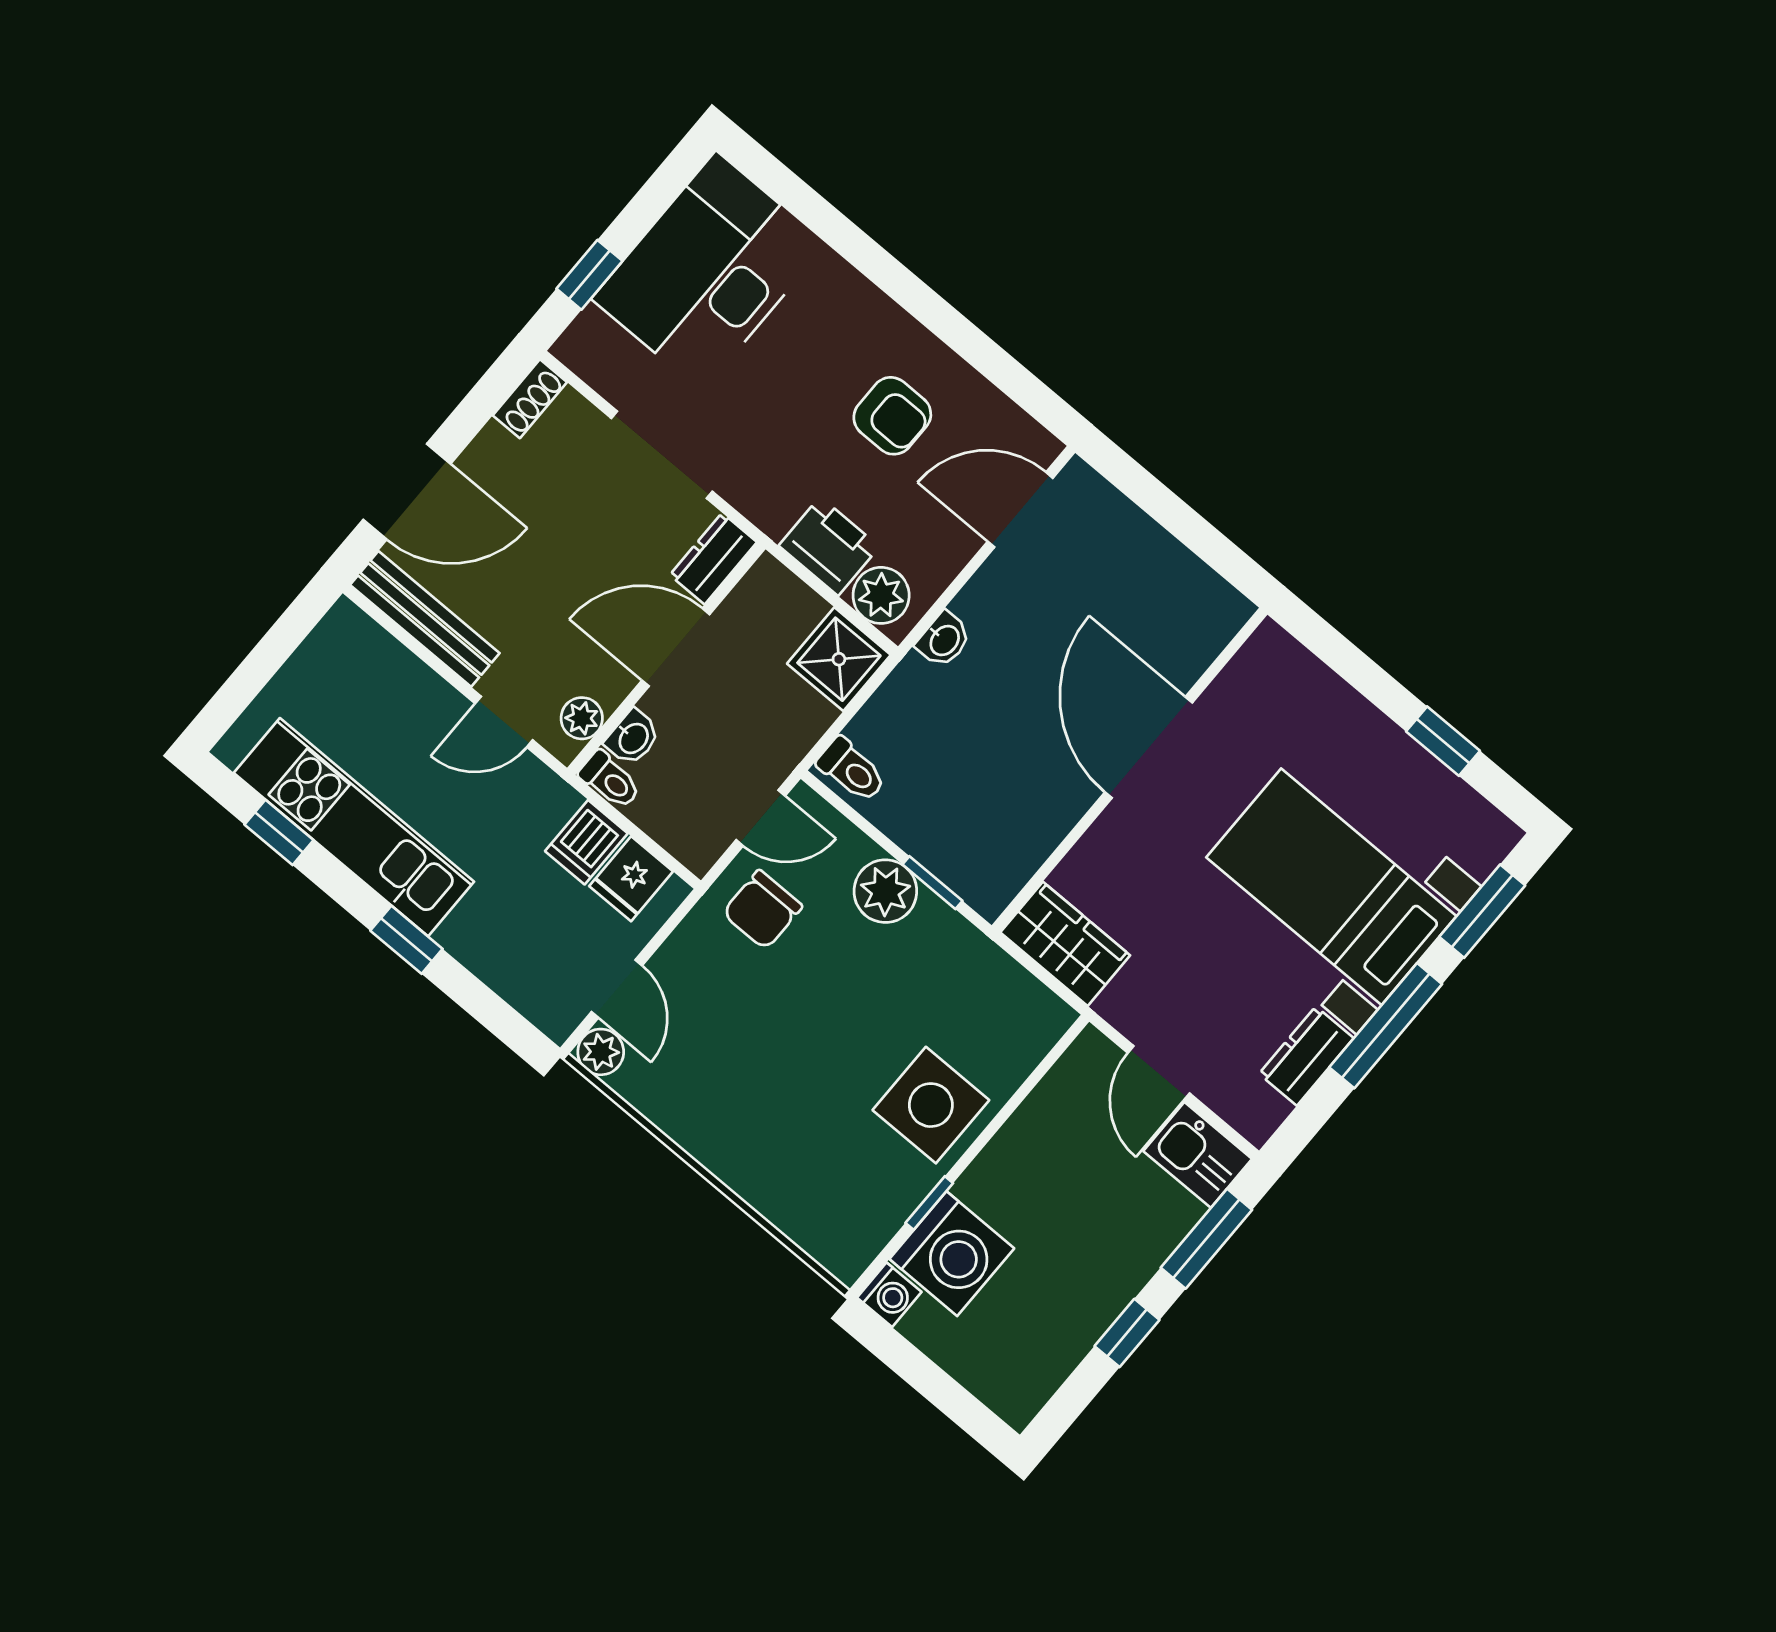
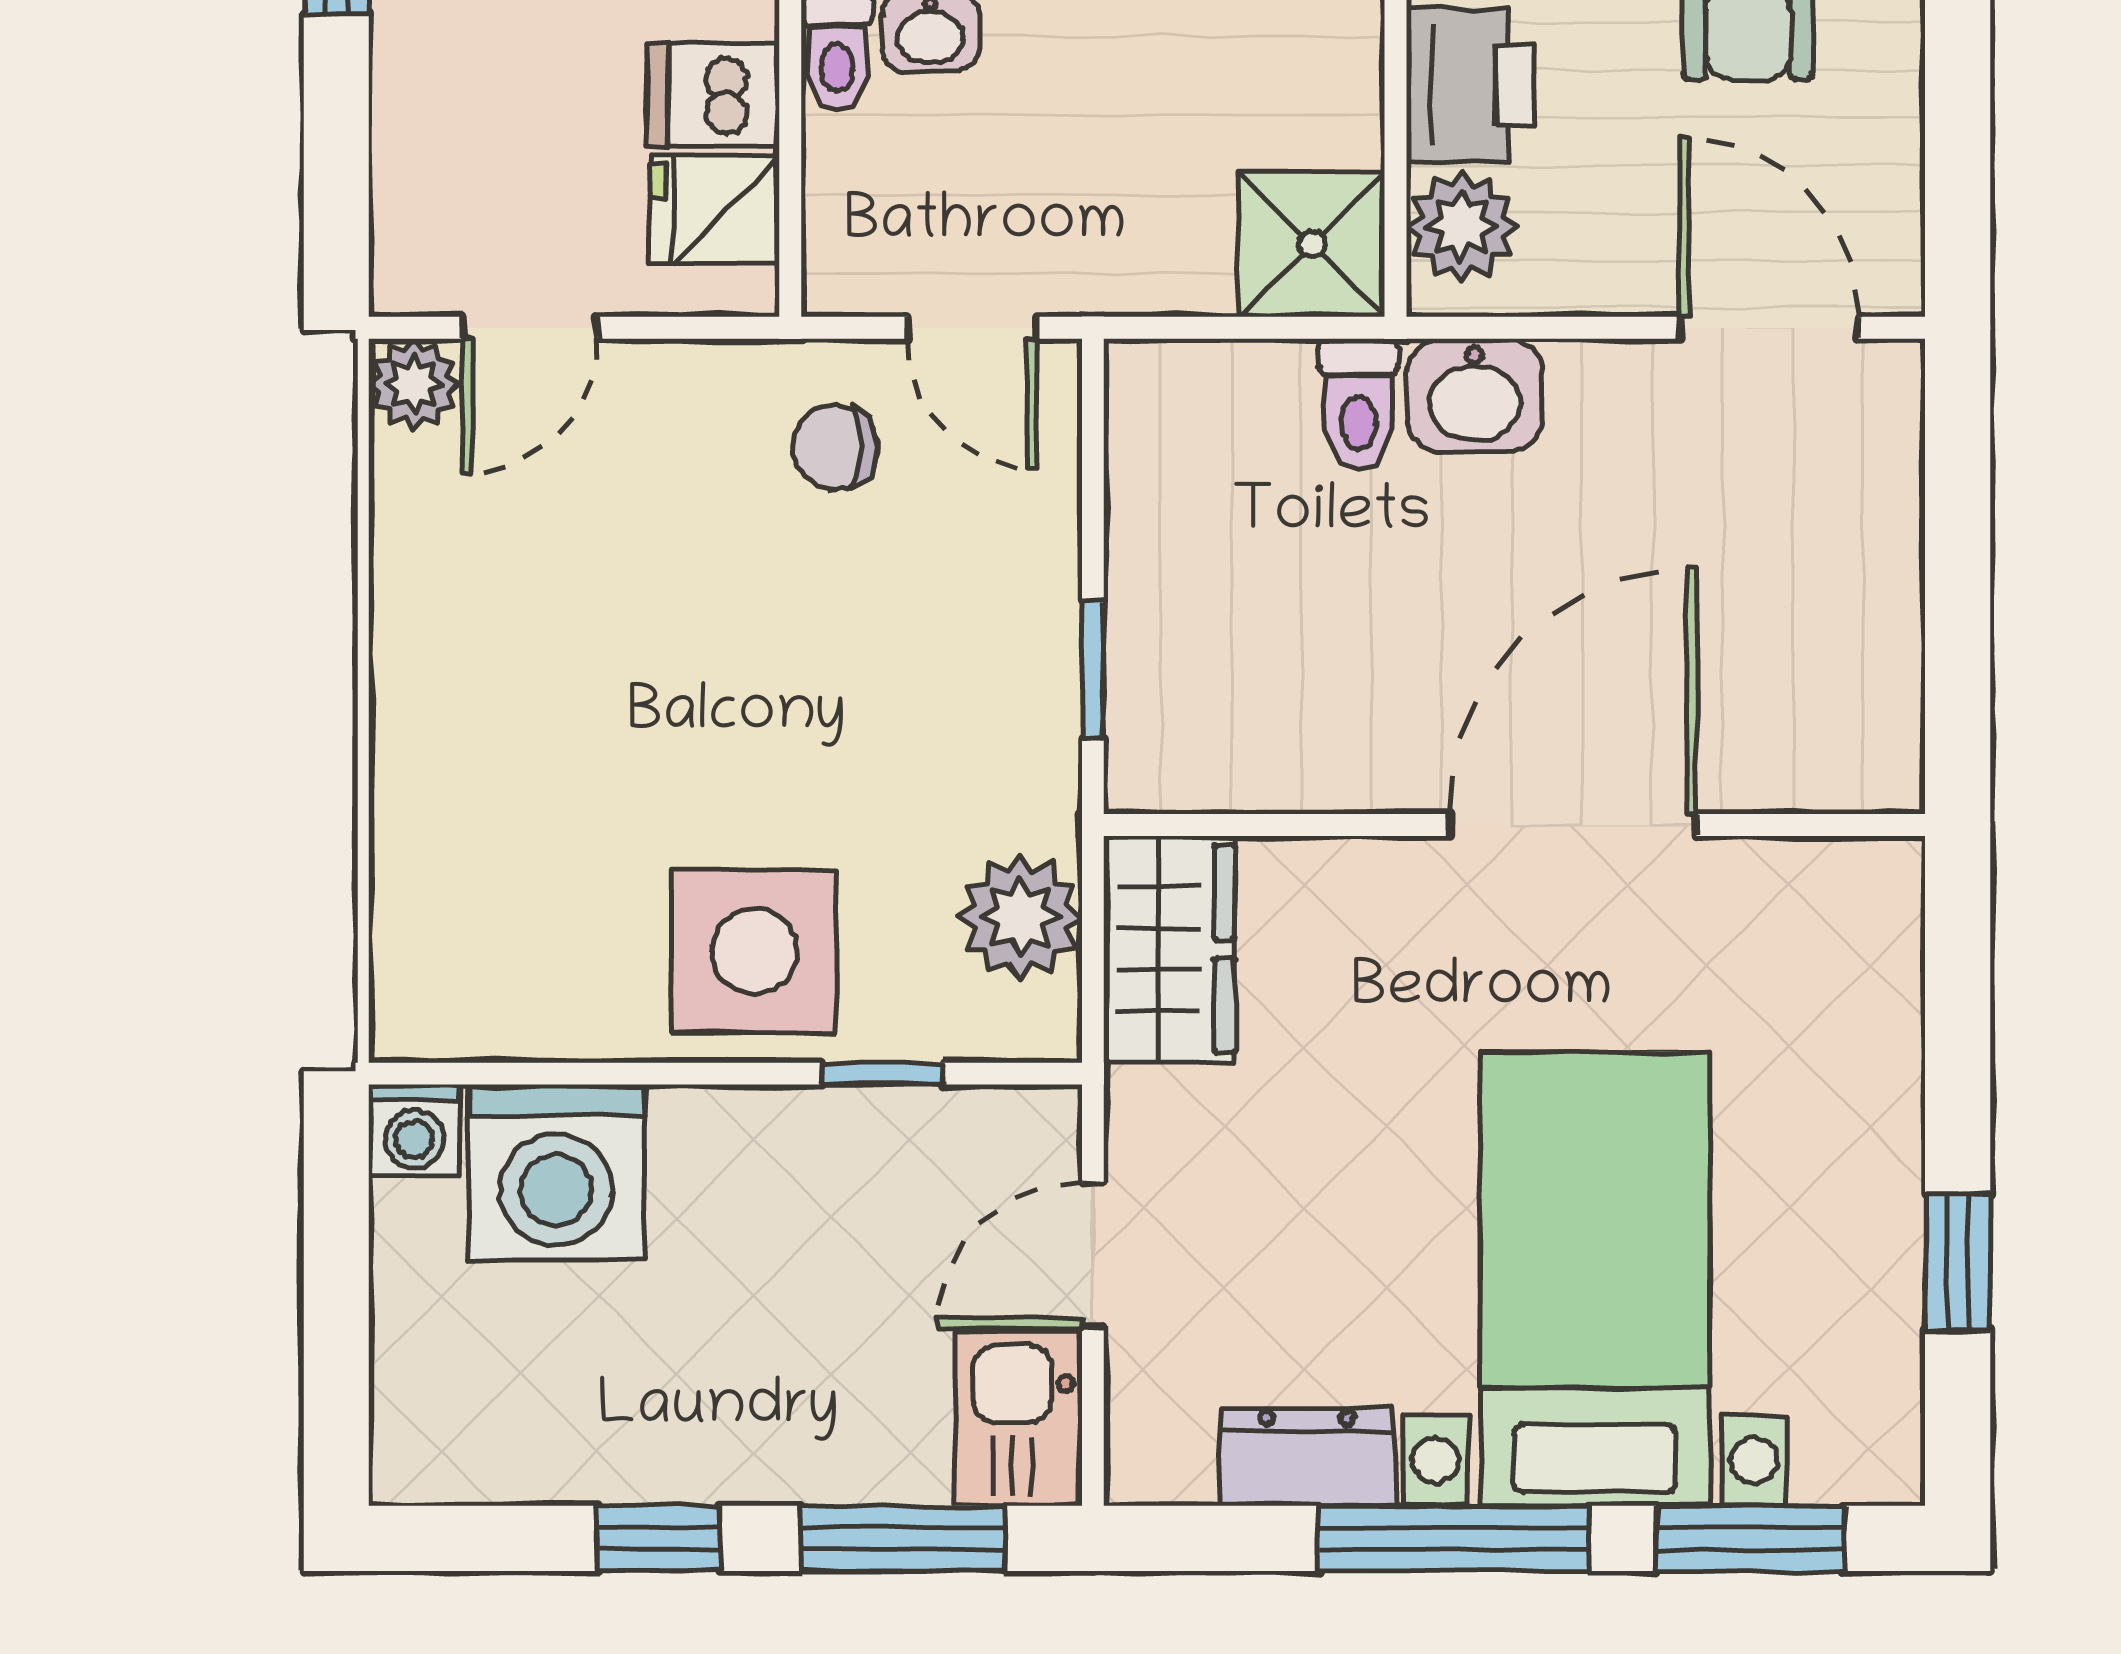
washbasin: (944, 640) -> (1475, 396), width x1.38, depth x1.45
toilet: (852, 770) -> (1359, 404), moved
plant: (885, 891) -> (1020, 917), moved
chair: (762, 910) -> (835, 447), width x0.73, depth x0.73
window: (929, 1203) -> (883, 1074), moved

